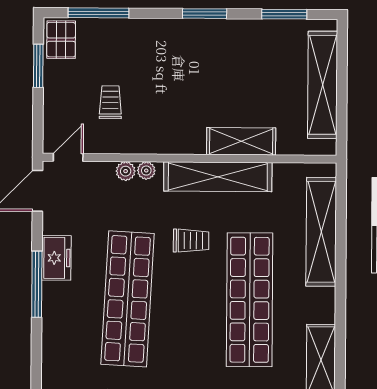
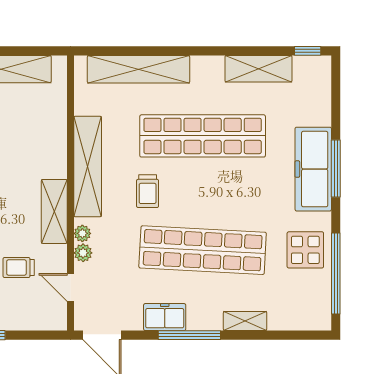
shelving: (241, 141) -> (54, 211), moved
door: (68, 157) -> (71, 287), moved
trolley: (191, 241) -> (148, 191), turned 180
shelving: (52, 344) -> (245, 321), added

